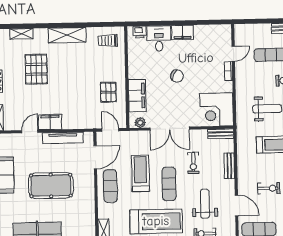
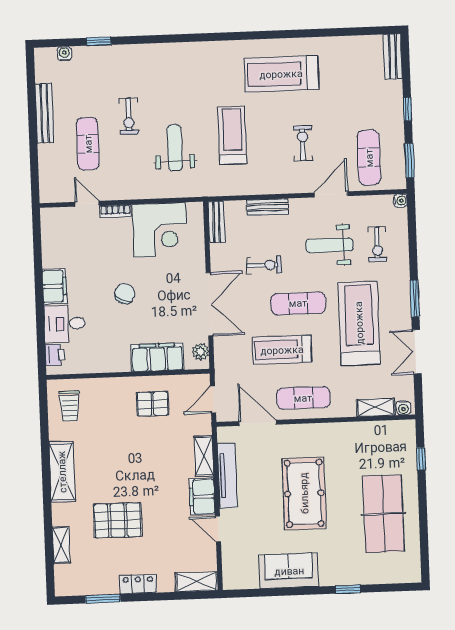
corner desk: (216, 110) -> (160, 230), moved
shelving: (75, 123) -> (204, 456), added

